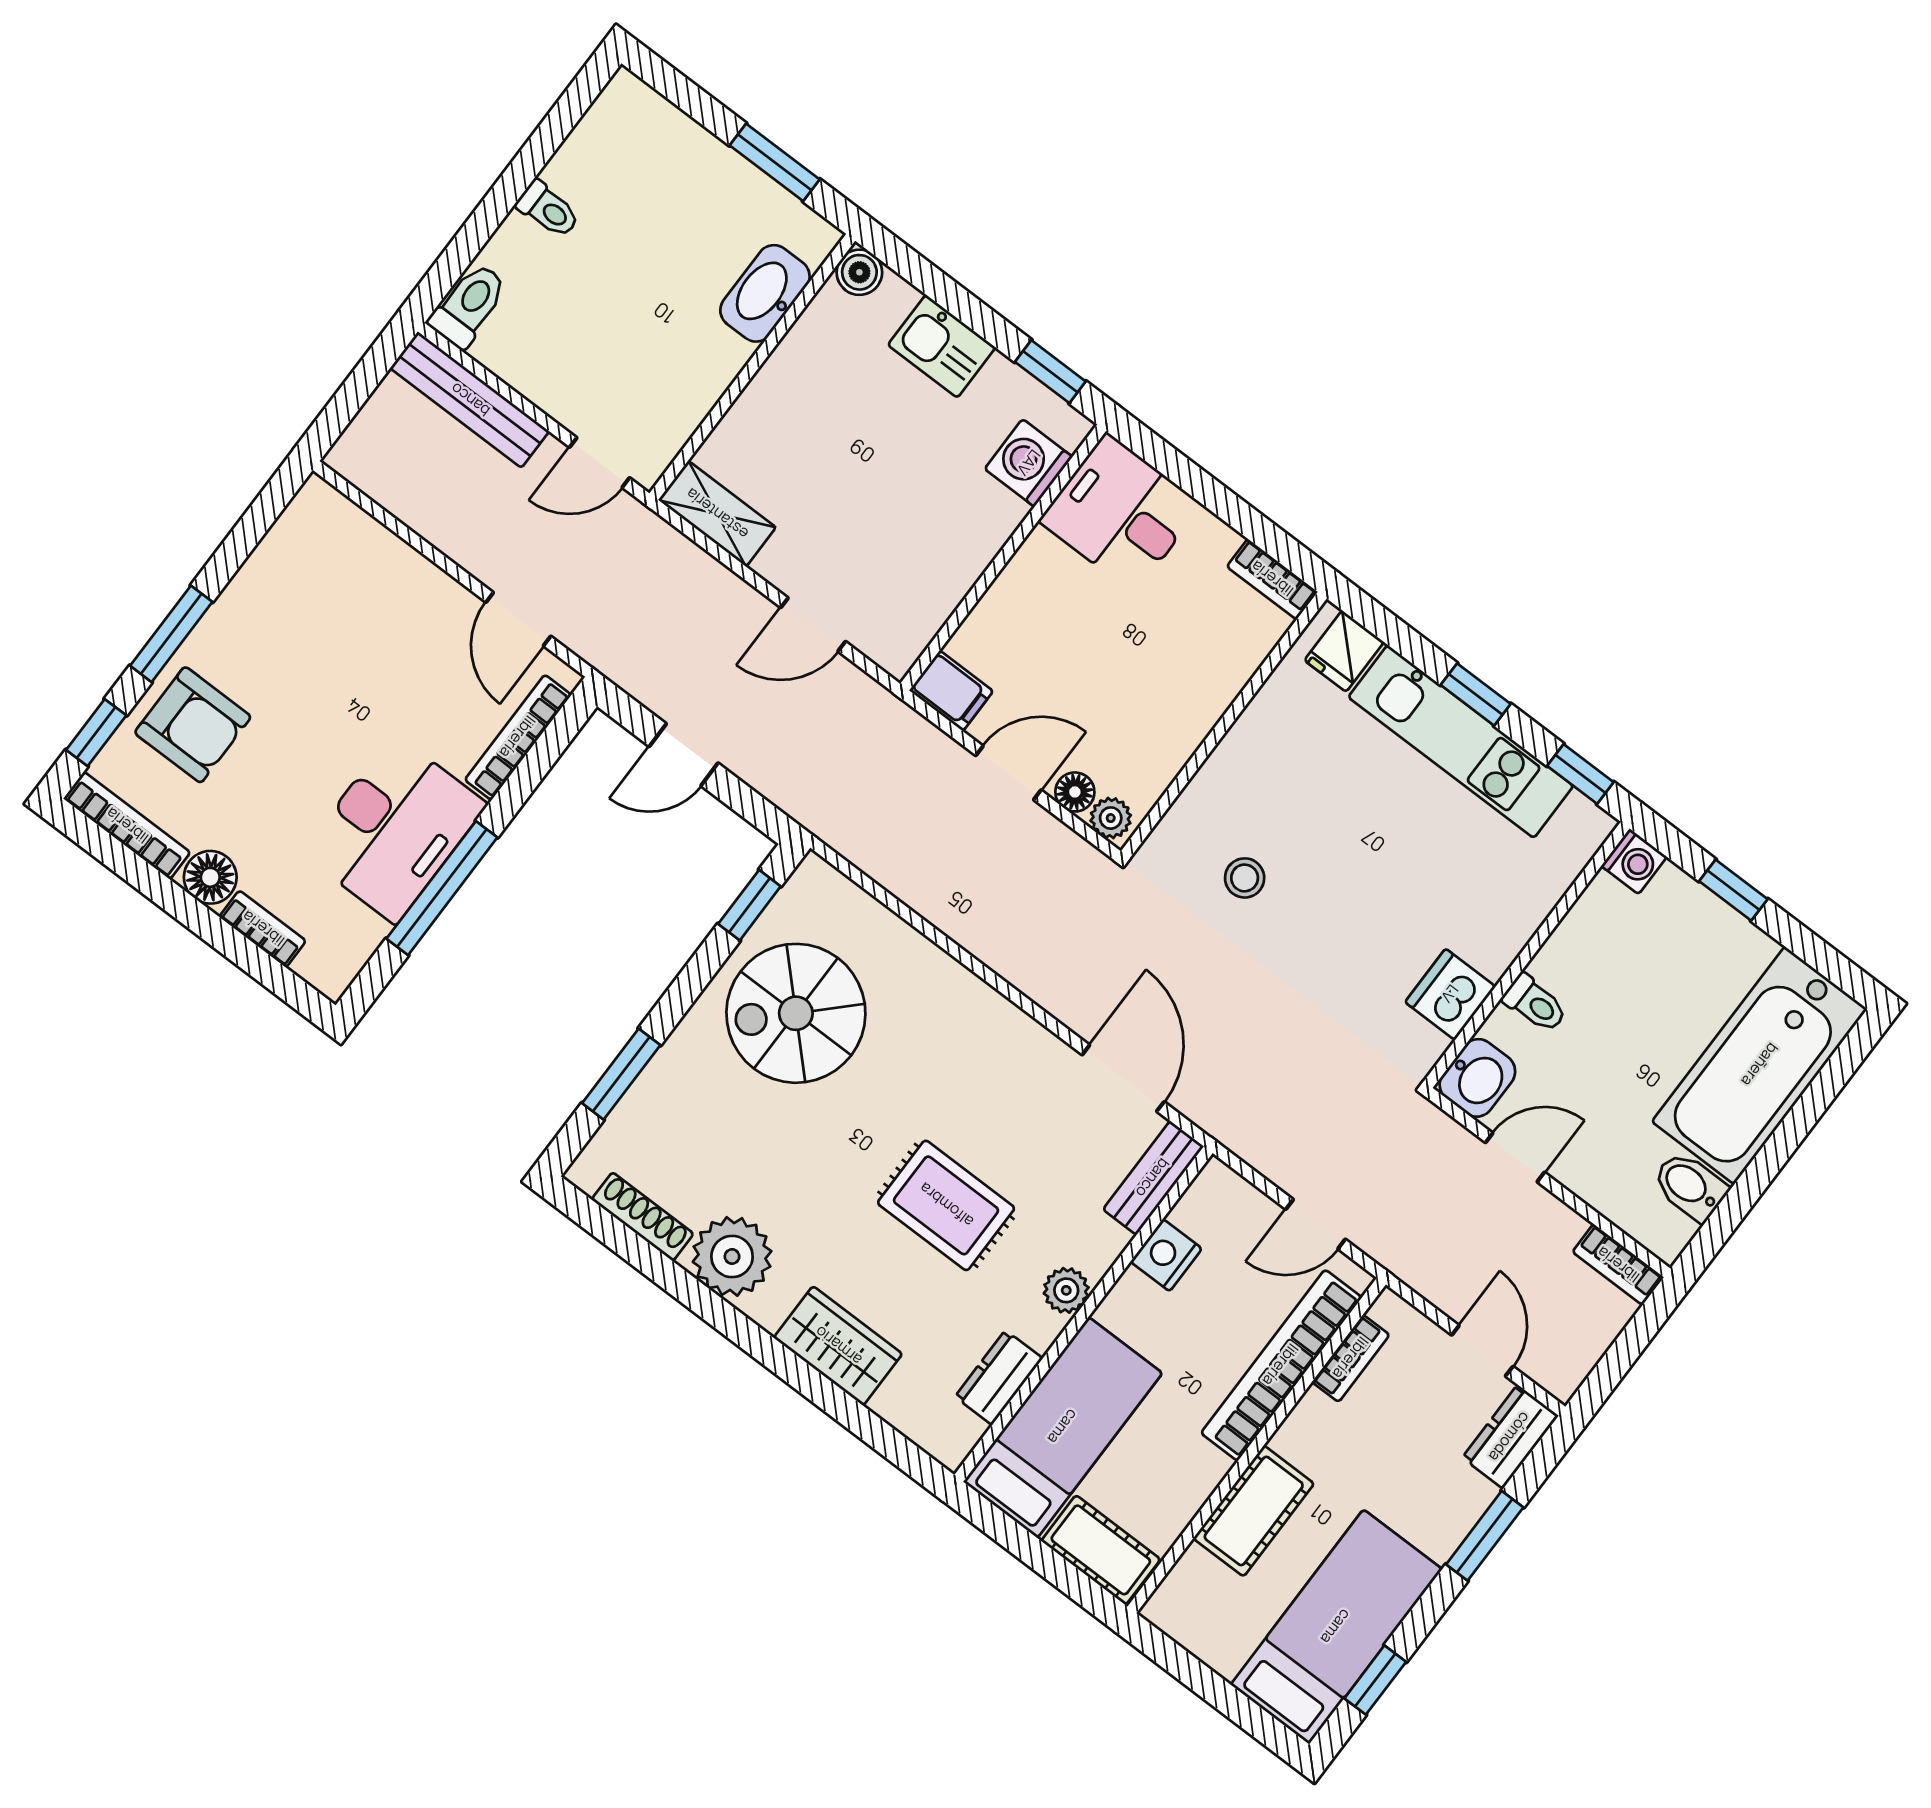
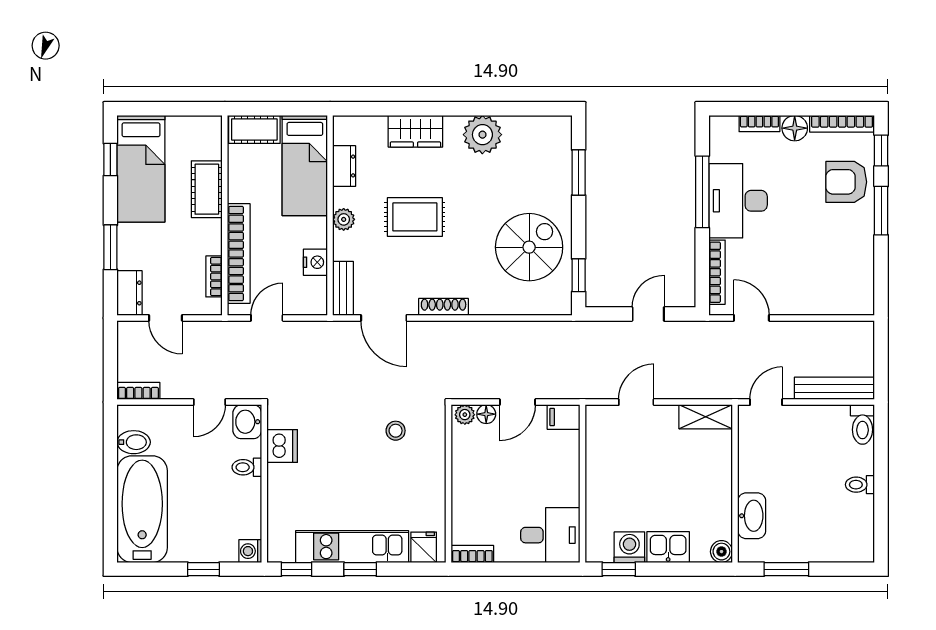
washing machine: (1029, 463) -> (629, 547), moved, turned -90
shoe rack: (643, 1217) -> (444, 307), moved, turned 180

